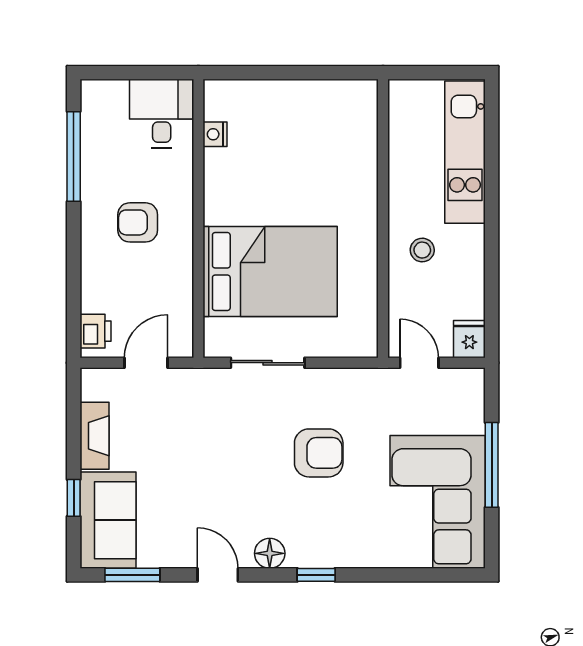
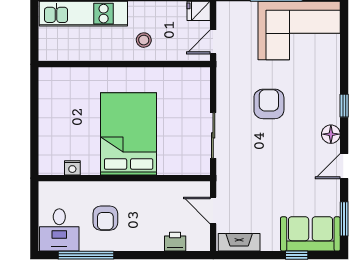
desk: (162, 114) -> (59, 230), moved, turned -90
armchair: (138, 222) -> (105, 218), moved
bed: (270, 272) -> (129, 134), moved
printer: (96, 331) -> (175, 242), moved
fireplace: (94, 436) -> (239, 242), moved

